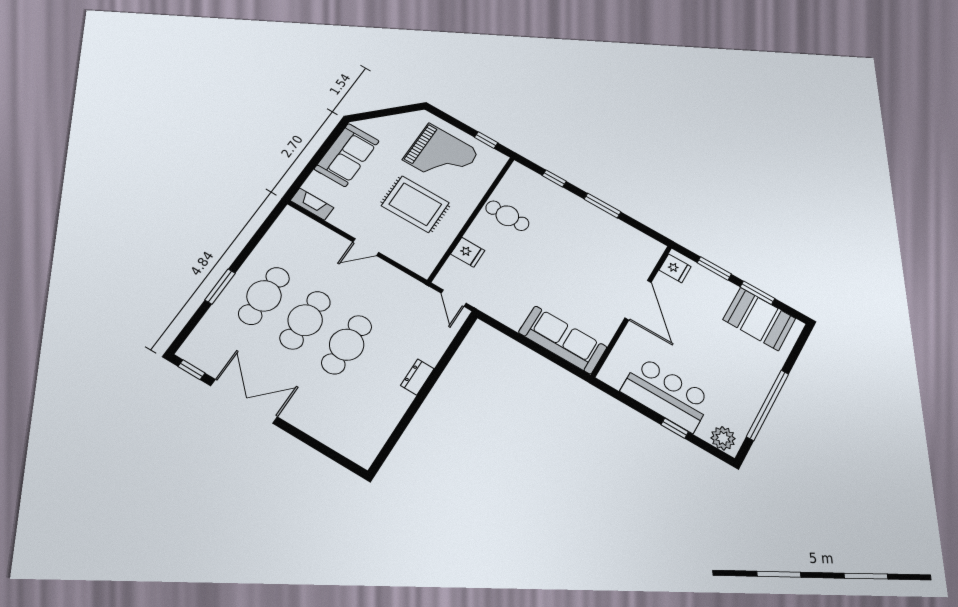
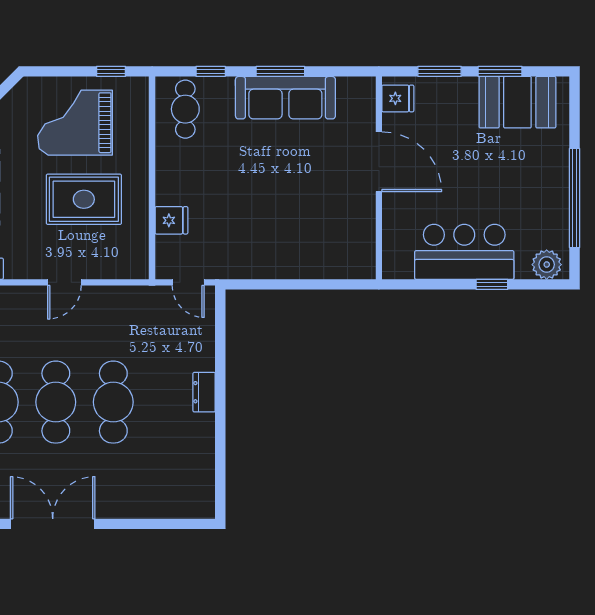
grand piano: (441, 156) -> (75, 123), turned 180
cafe table: (507, 216) -> (185, 109), moved, turned 90
sofa: (563, 340) -> (285, 98), moved, turned 180

